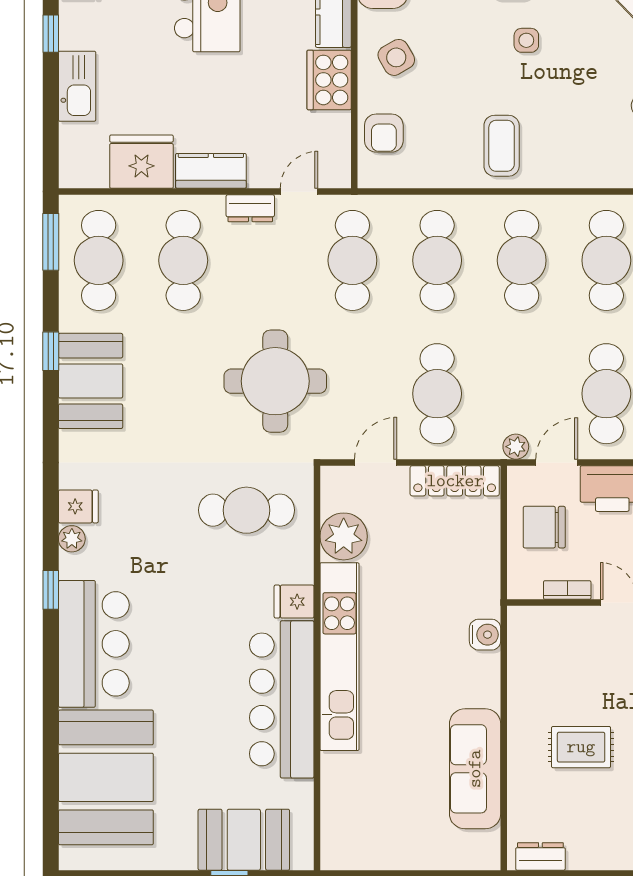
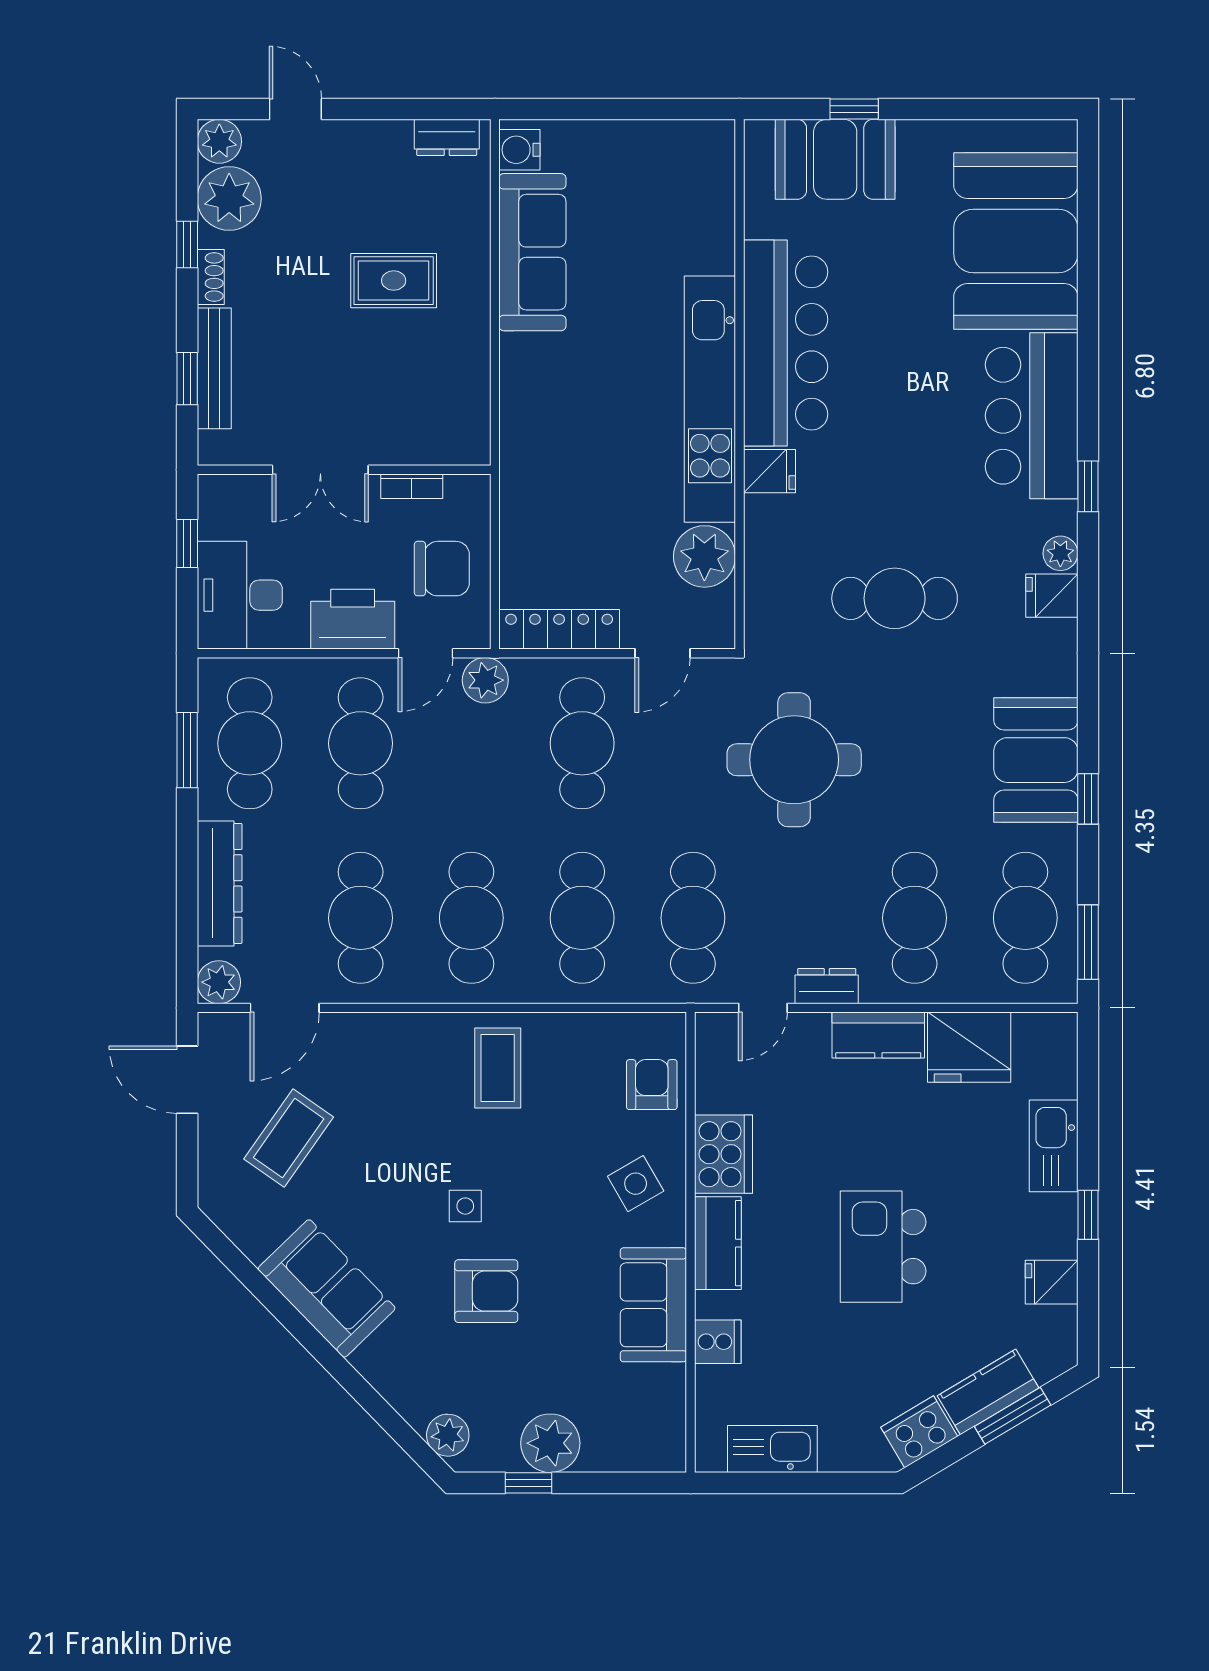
plant: (516, 447) -> (485, 680), width x1.38, depth x1.38
cafe table: (246, 510) -> (895, 598), moved
water cooler: (485, 635) -> (519, 150), moved

